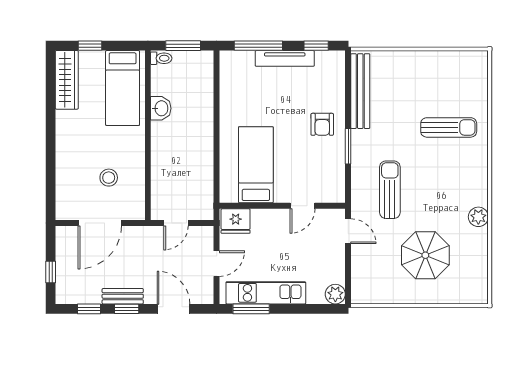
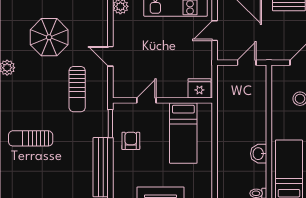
bed: (256, 165) -> (183, 133), moved
wall: (282, 206) -> (162, 100), moved
door: (303, 206) -> (146, 100), moved
fridge: (236, 221) -> (199, 88), moved

